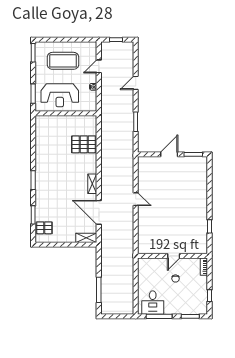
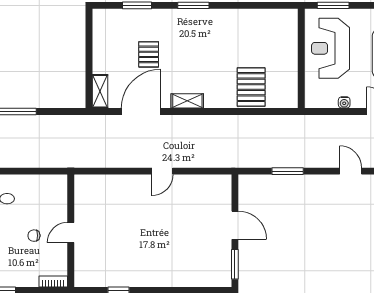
pallet: (44, 228) -> (149, 54), moved
door: (174, 256) -> (71, 233), hinge flipped

